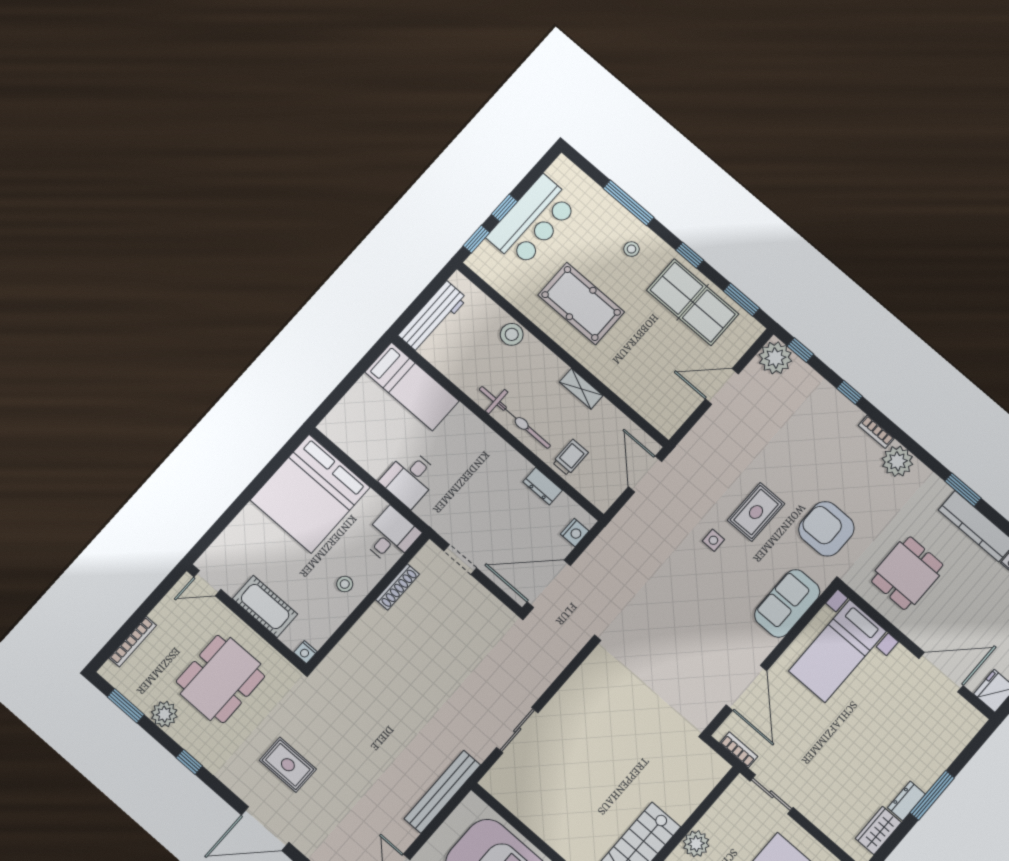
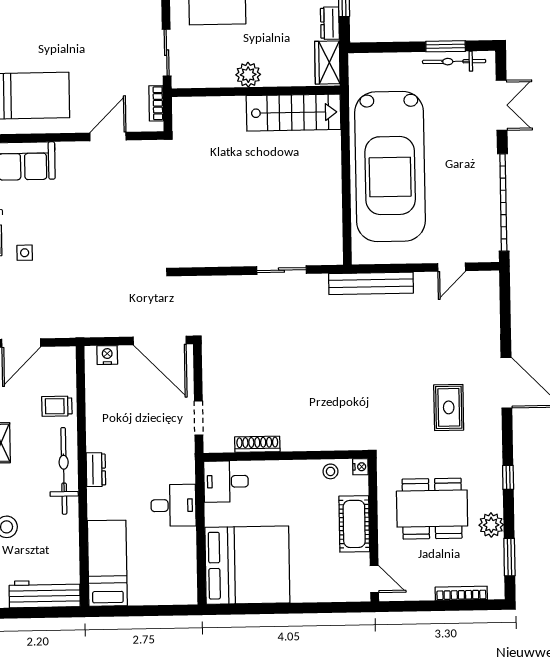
dresser: (543, 486) -> (96, 470), moved
stool: (345, 584) -> (330, 471), moved
door: (746, 688) -> (108, 136), width x0.73

